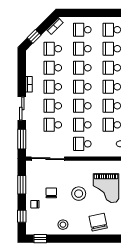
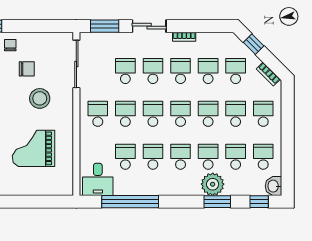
window: (22, 185) -> (38, 26), removed
stool: (79, 194) -> (40, 98), moved

